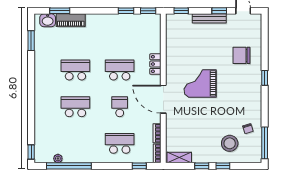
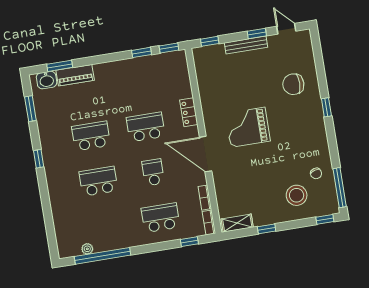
window: (31, 152) -> (39, 159), moved
window: (223, 166) -> (325, 219), moved

